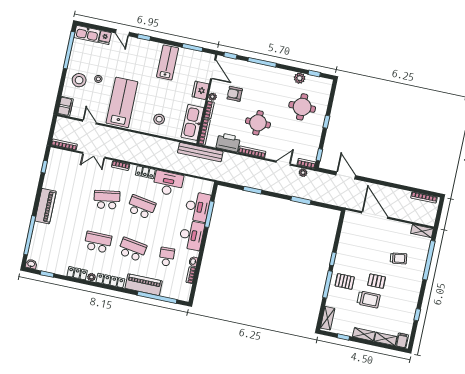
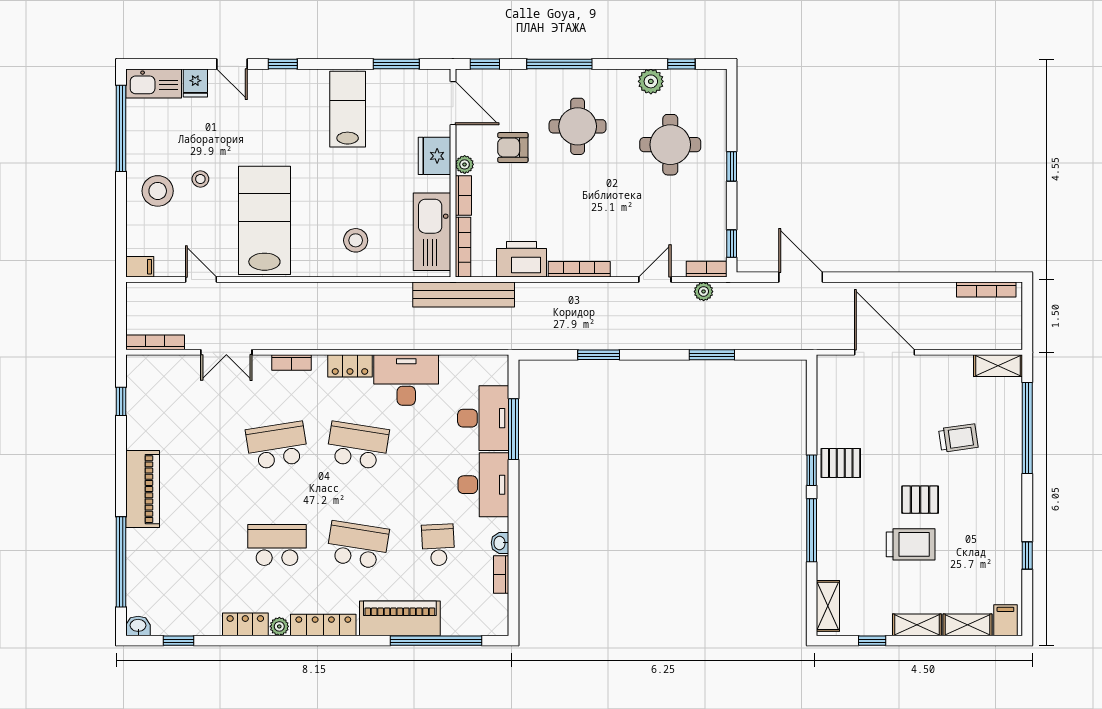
filing cabinet: (65, 106) -> (140, 267), width x0.50
round table: (258, 123) -> (578, 126), moved
pallet: (345, 281) -> (841, 463), moved

